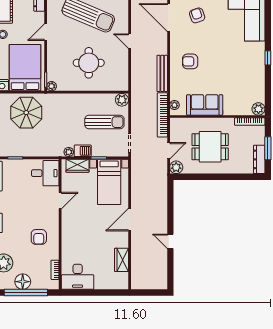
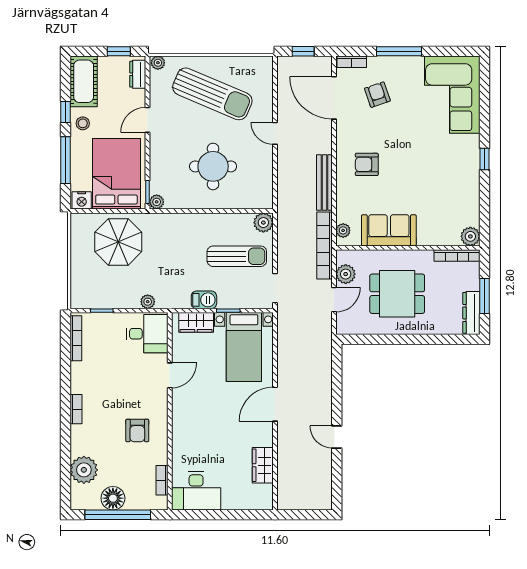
plant: (69, 152) -> (148, 302), moved
plant: (176, 167) -> (346, 274), moved

